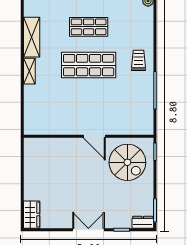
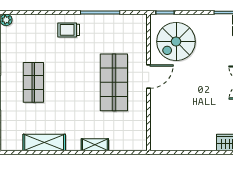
shop shelf: (89, 65) -> (114, 82), moved
shelving: (29, 71) -> (95, 145), moved
spiral stairs: (127, 162) -> (176, 41), turned 180

